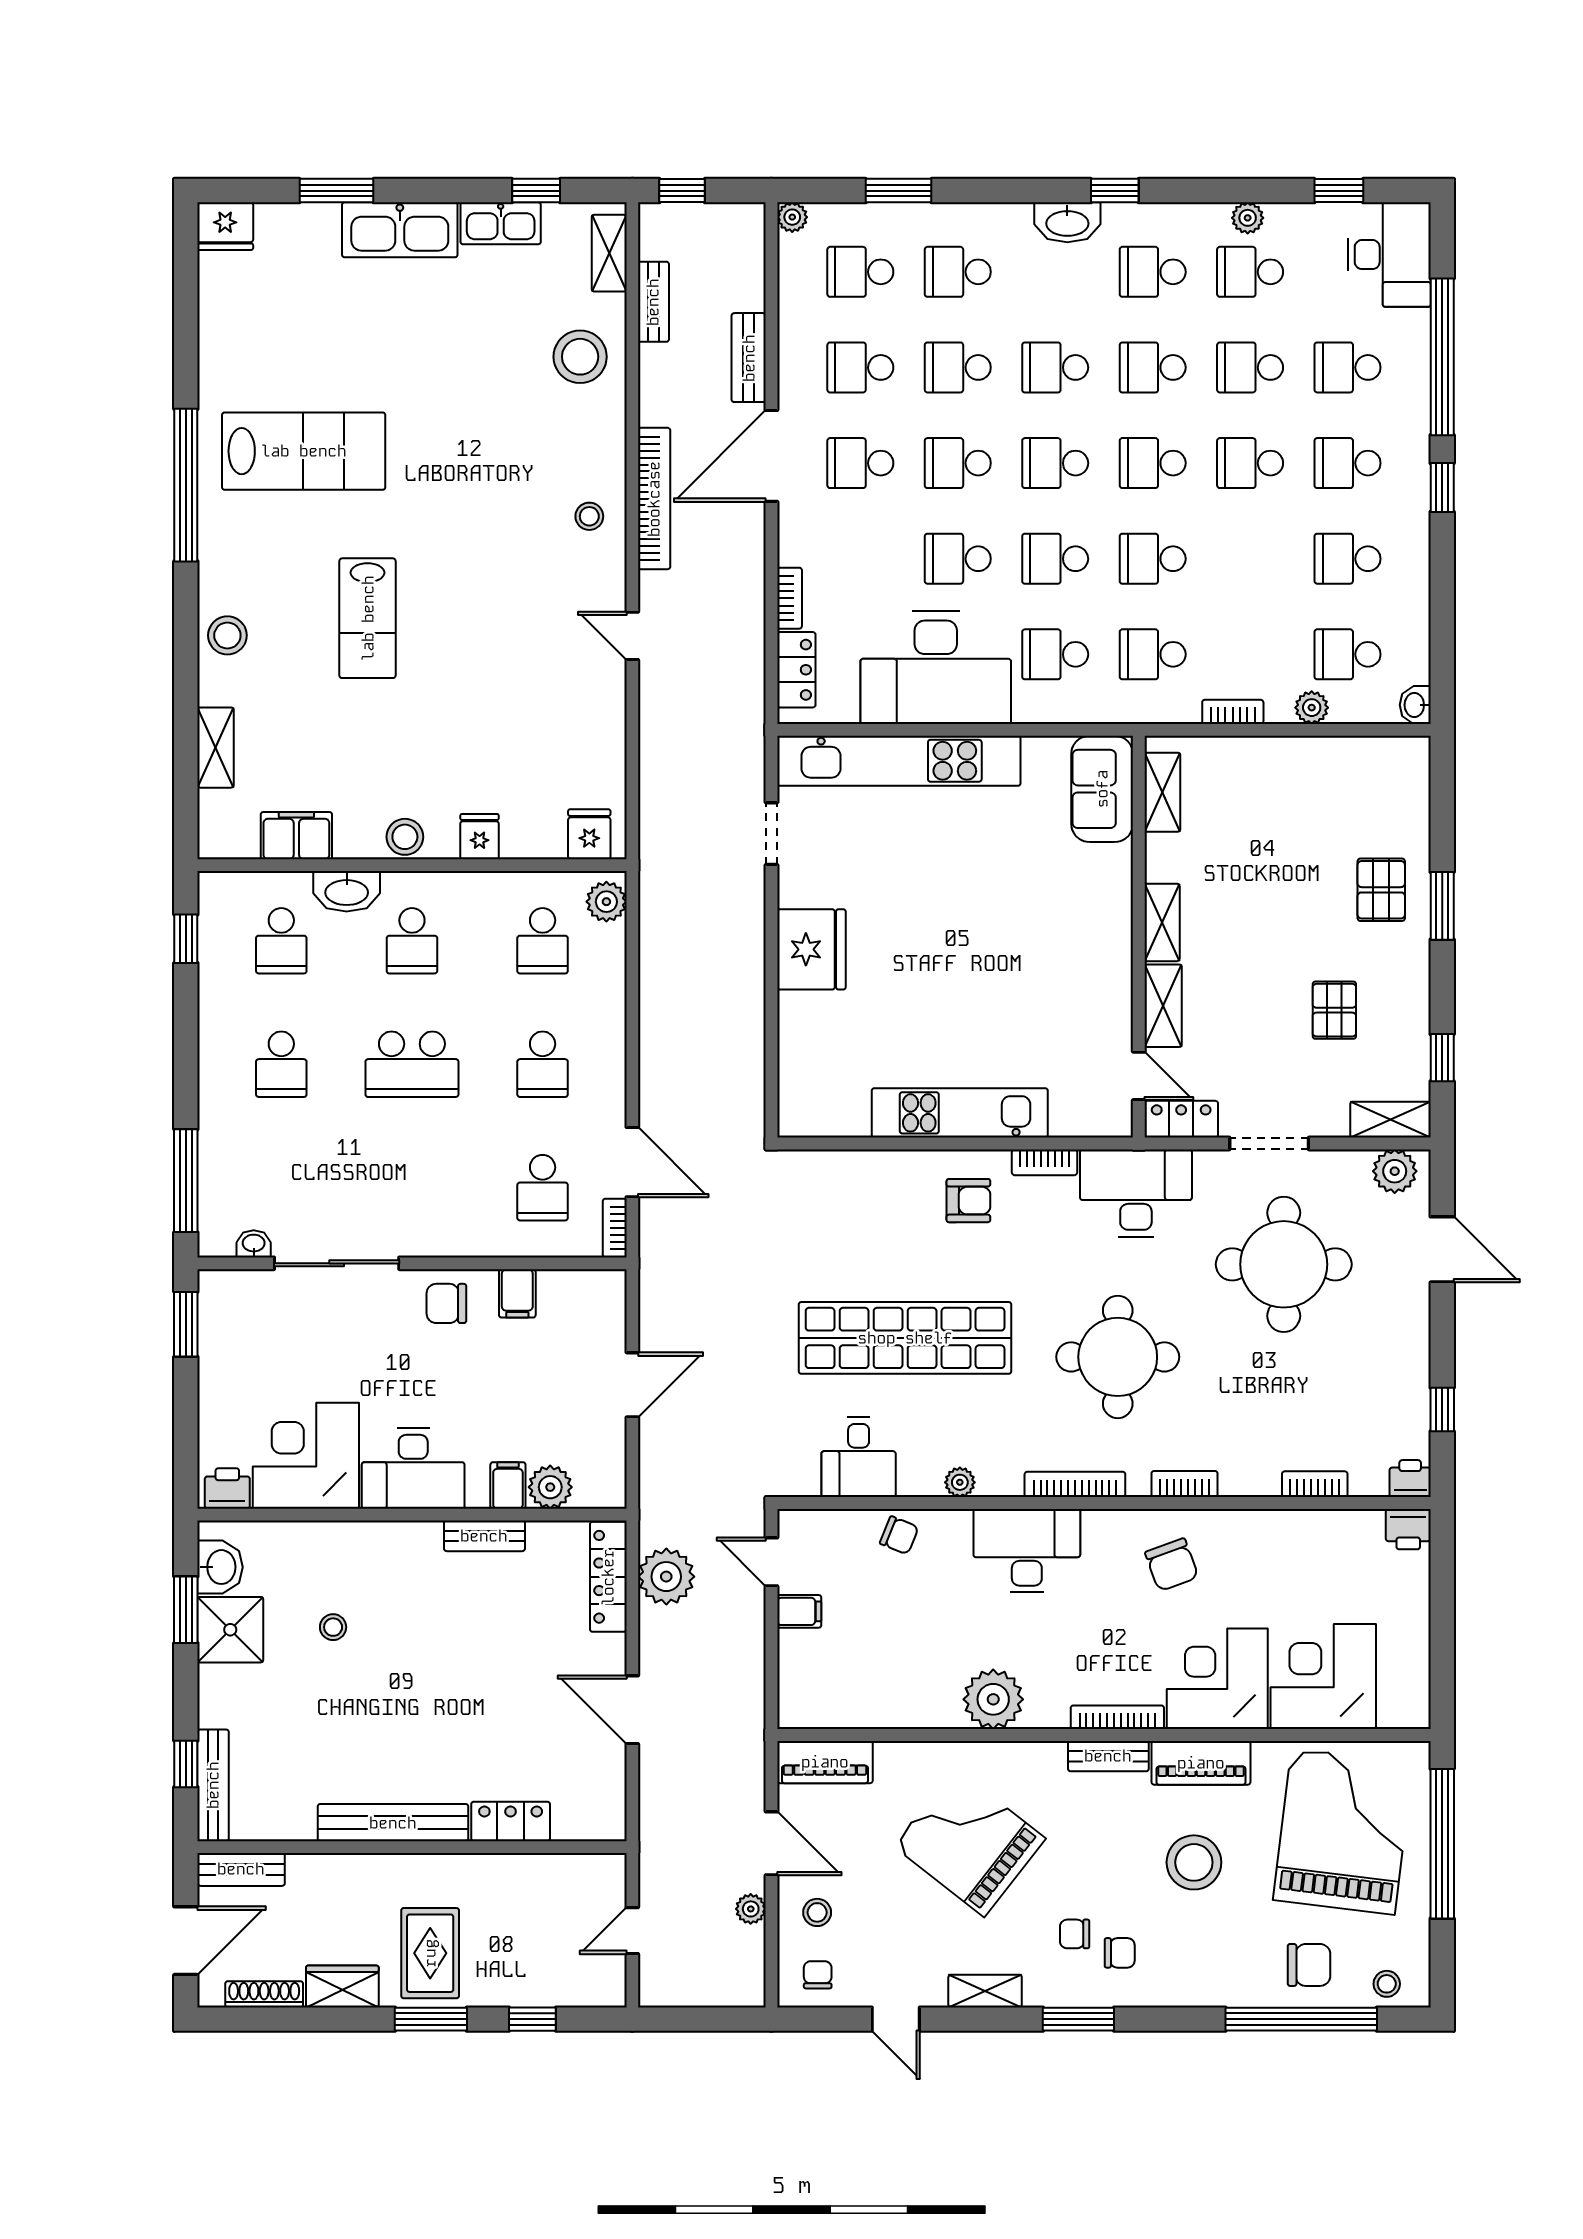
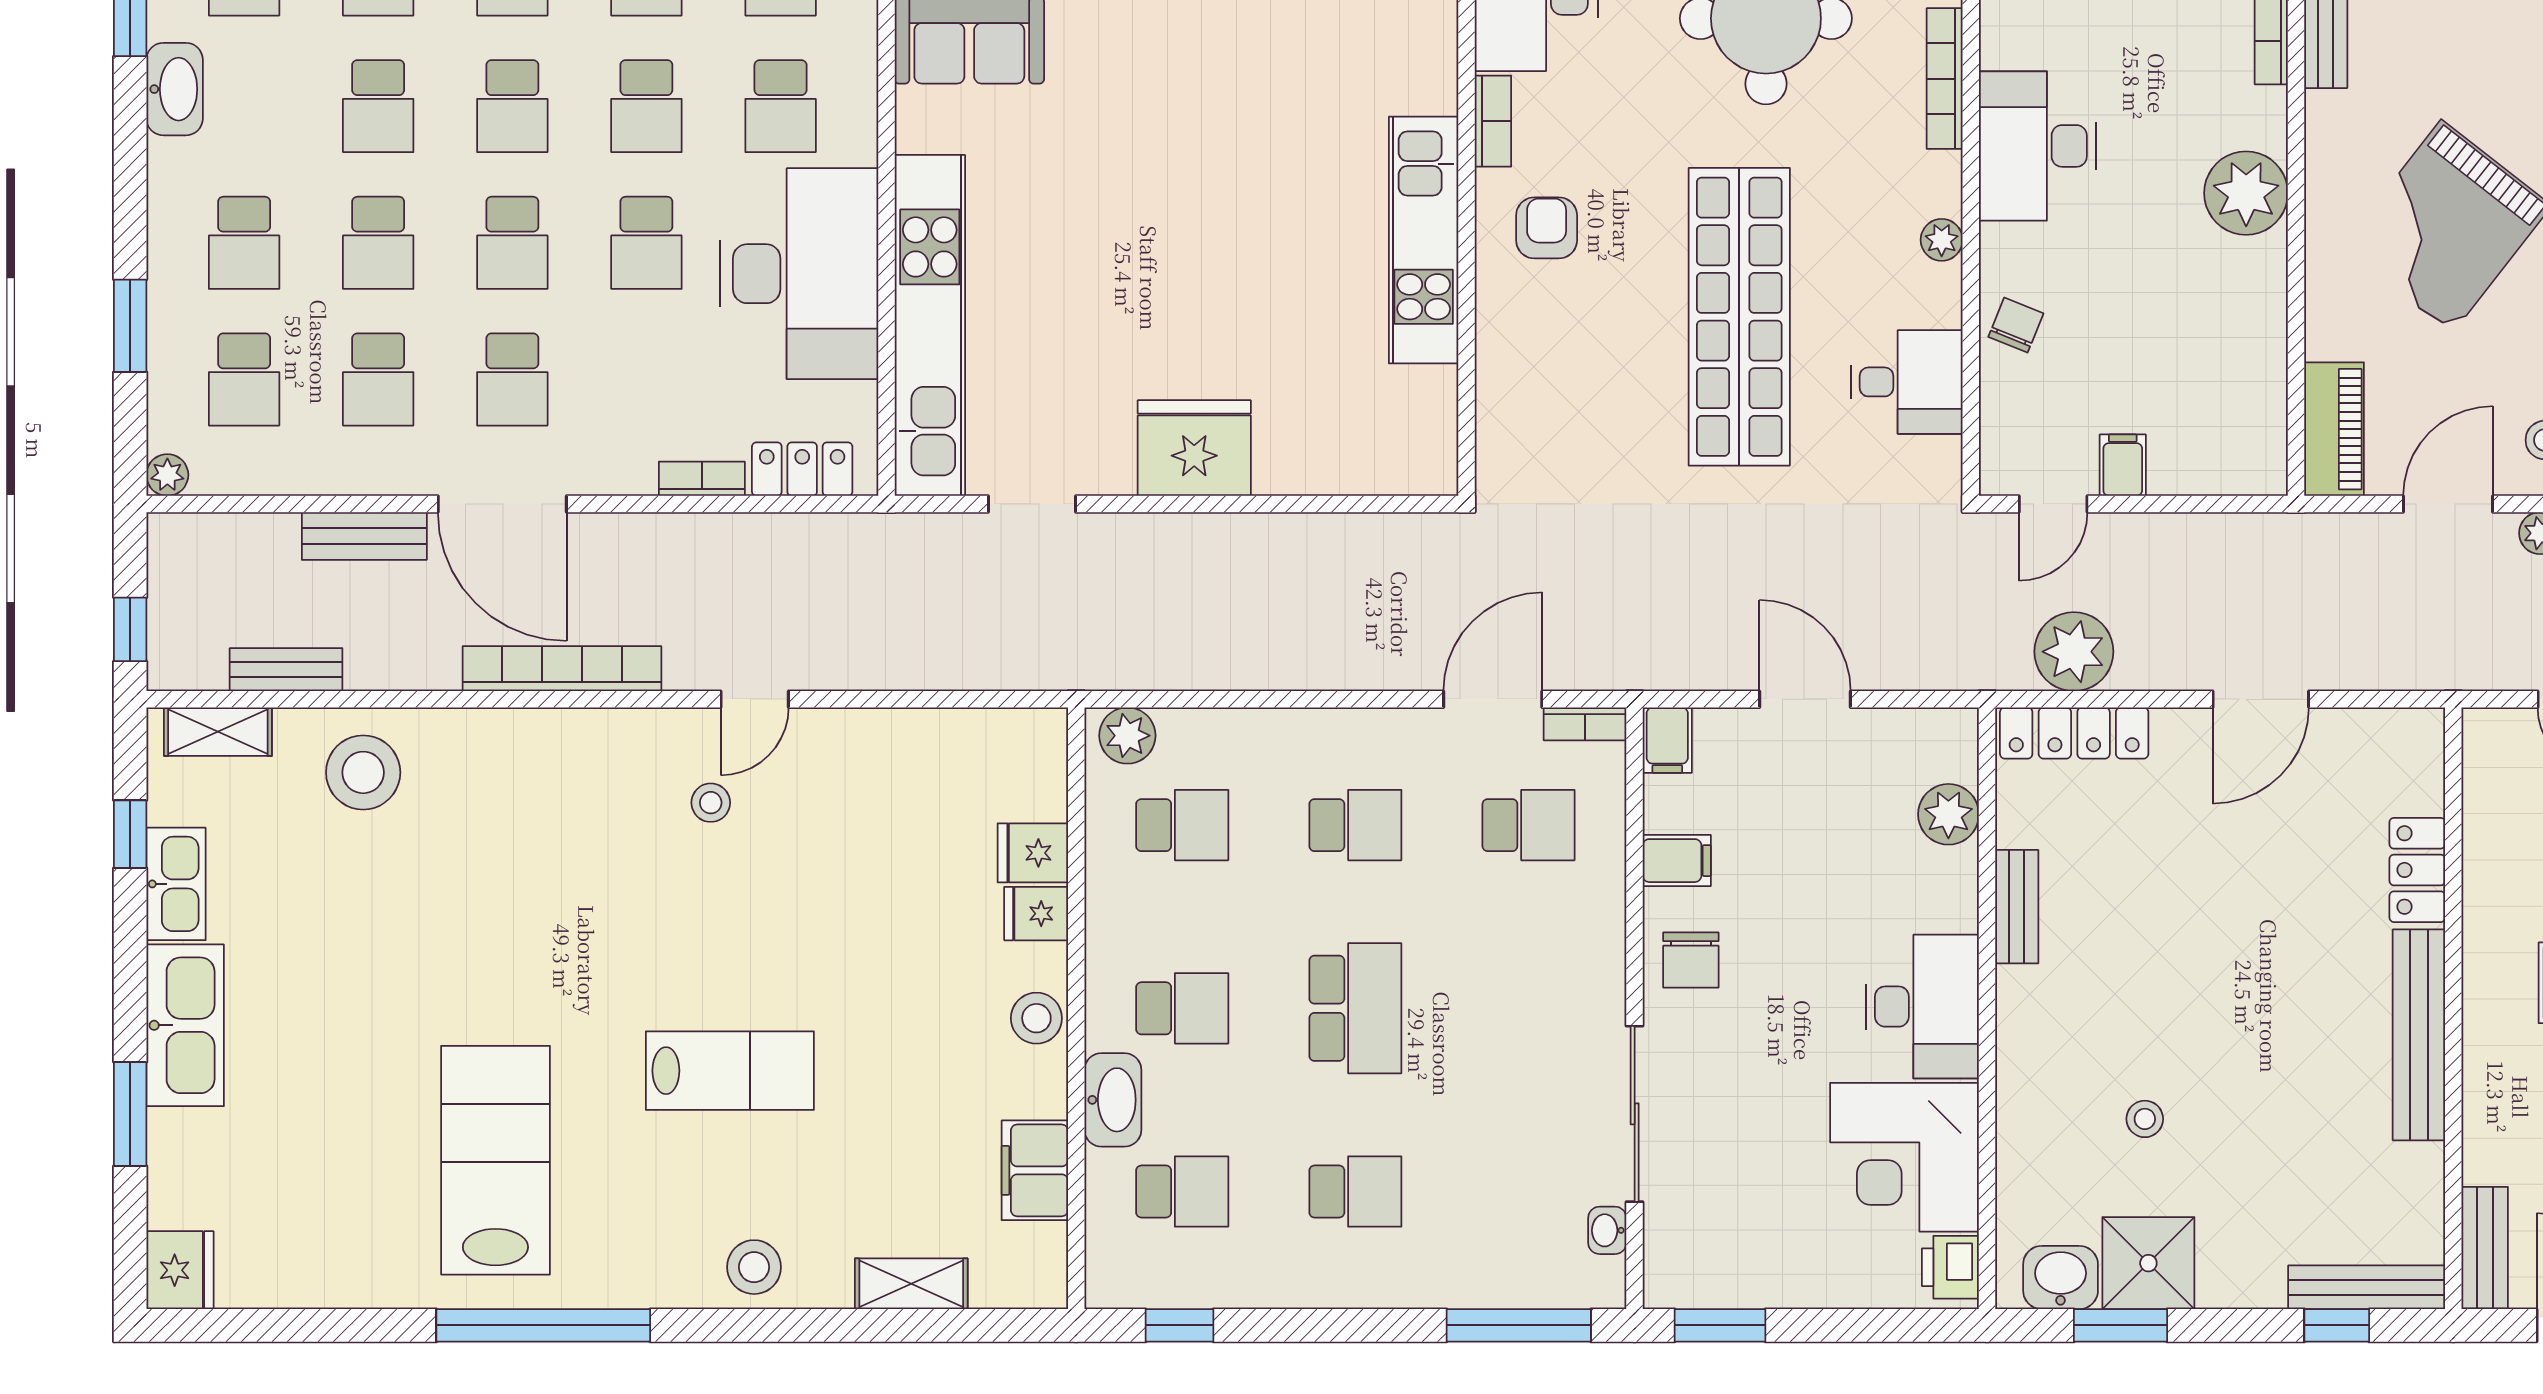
stool: (589, 516) -> (711, 803), moved
fridge: (589, 834) -> (1033, 853), moved
filing cabinet: (508, 1485) -> (1667, 740), moved, turned -90

